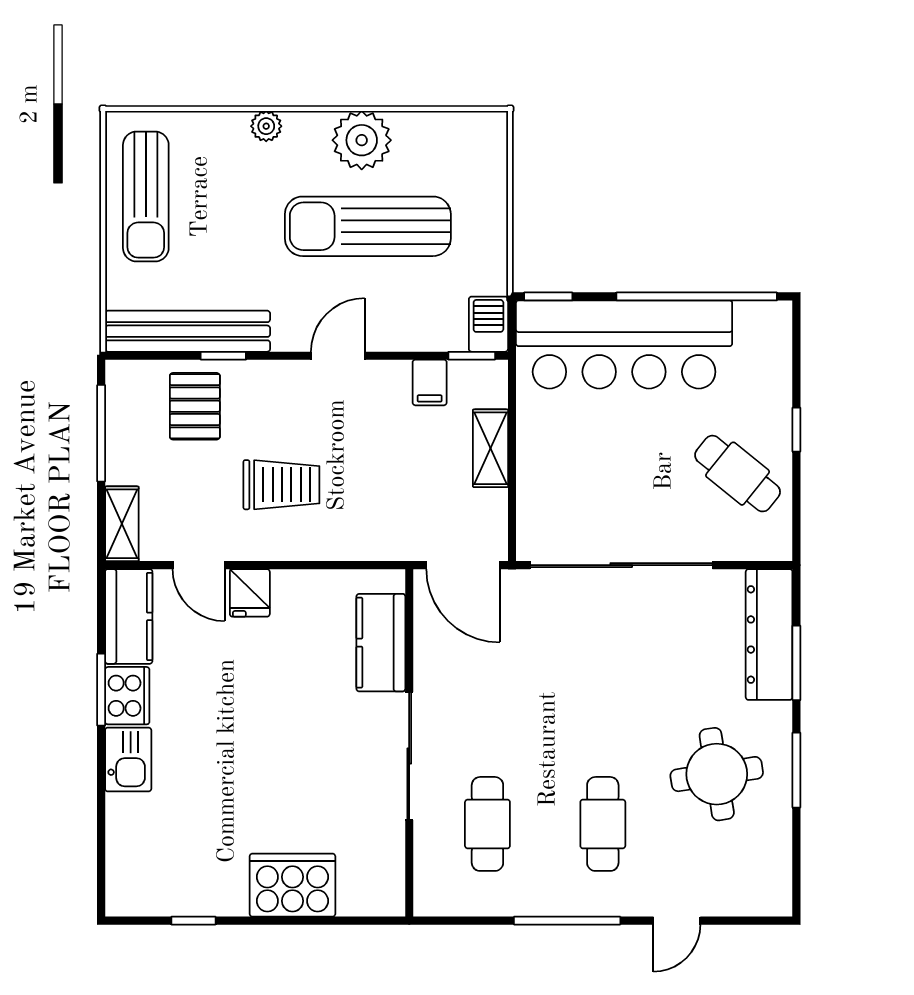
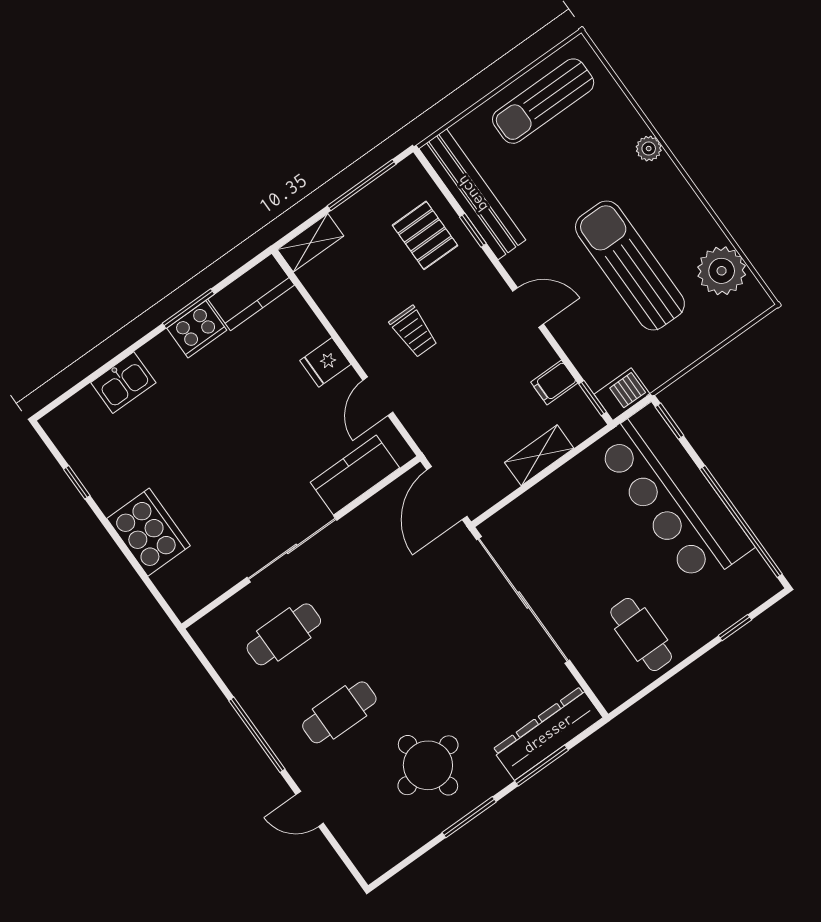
plant: (362, 140) -> (722, 271), moved
pallet: (195, 406) -> (425, 235), turned 90
window: (796, 430) -> (735, 628), moved
cafe table: (738, 474) -> (641, 634), turned -39
trolley: (281, 485) -> (414, 332), width x0.73, depth x0.72
door: (199, 565) -> (378, 396), moved
kitchen sink: (128, 759) -> (123, 383), moved

